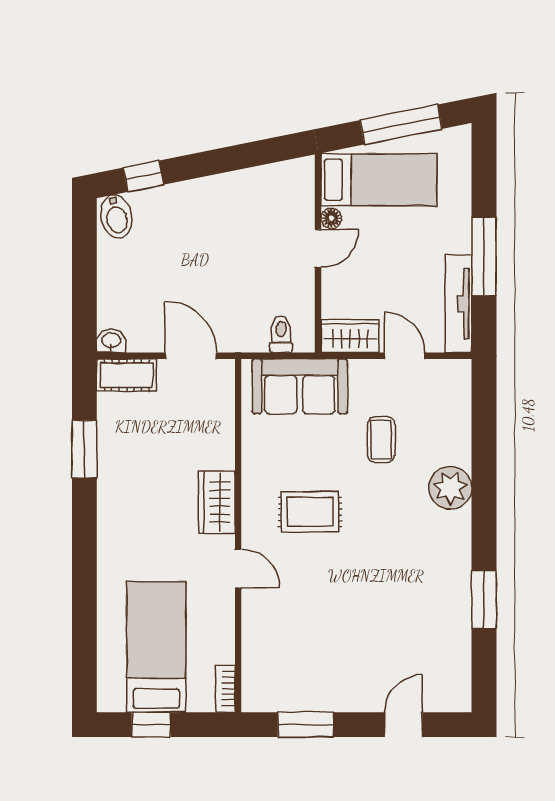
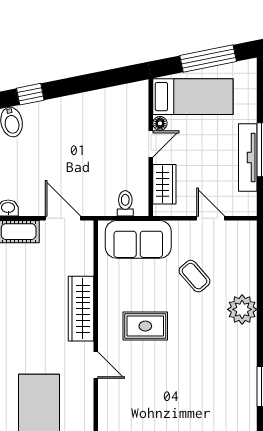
tv unit: (458, 304) -> (248, 158), moved
wardrobe: (350, 336) -> (164, 184), moved, turned 90
coffee table: (381, 440) -> (194, 276), turned -41
wardrobe: (217, 502) -> (81, 309), width x1.50

